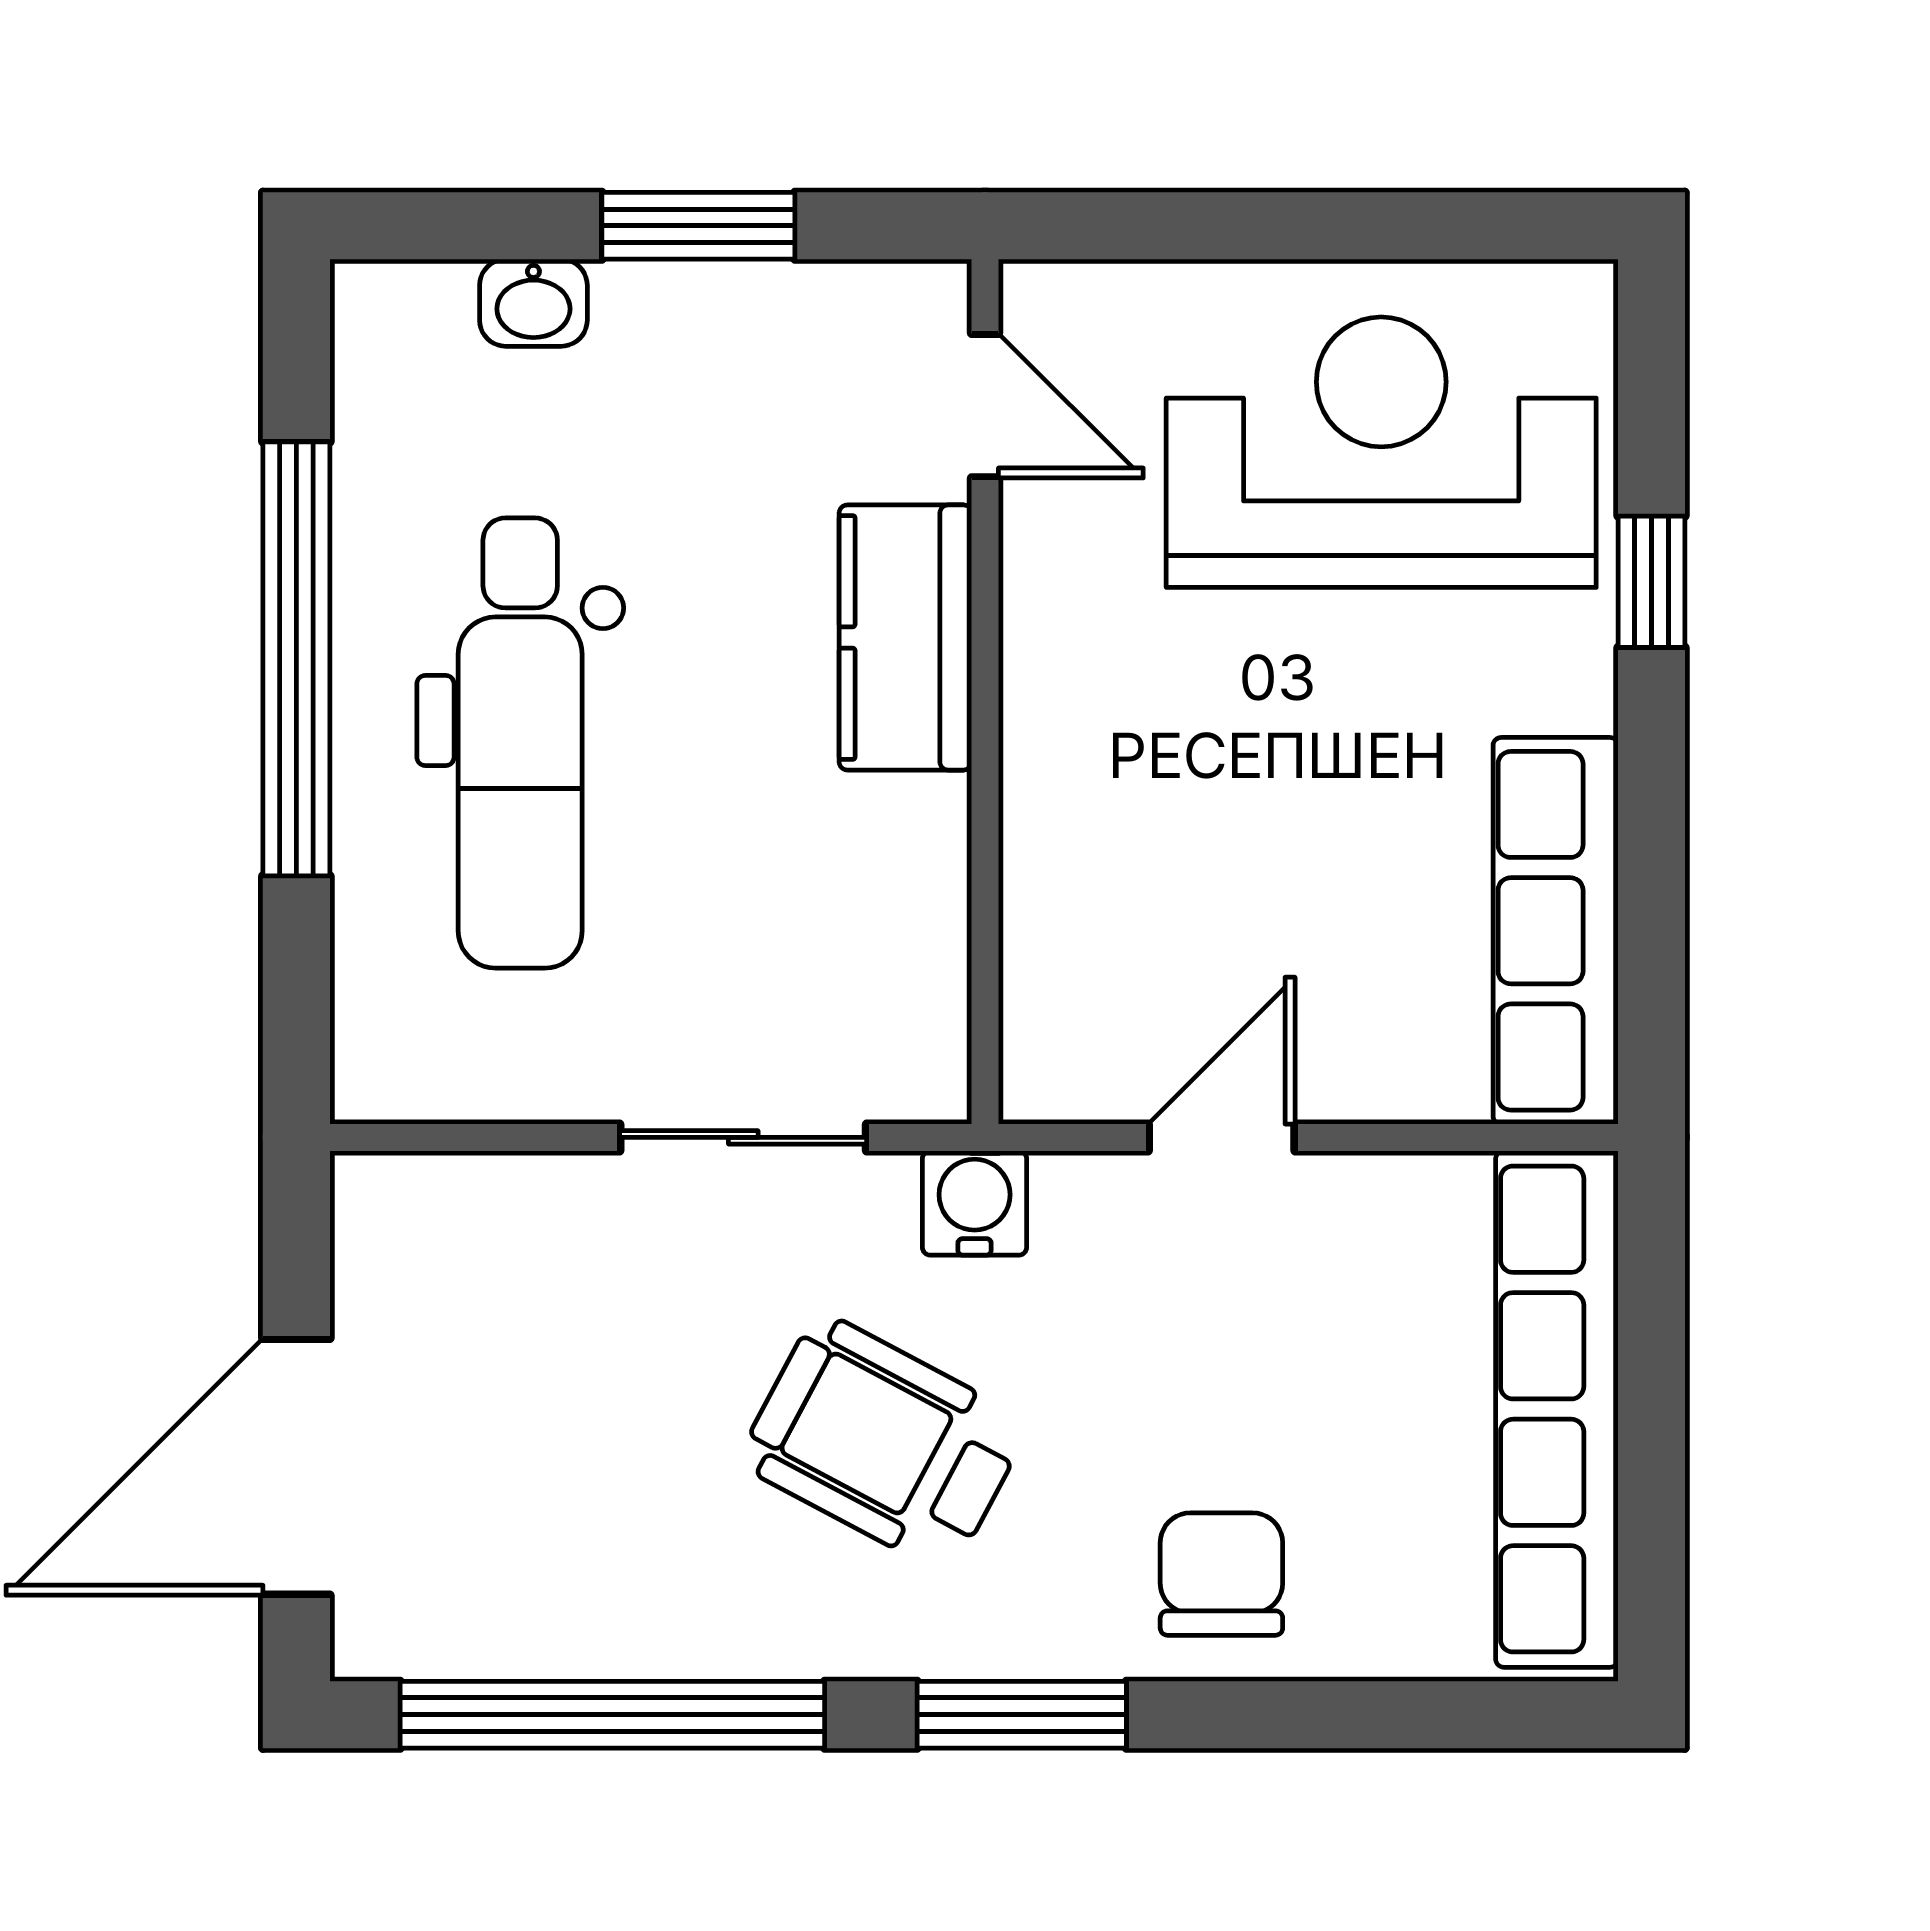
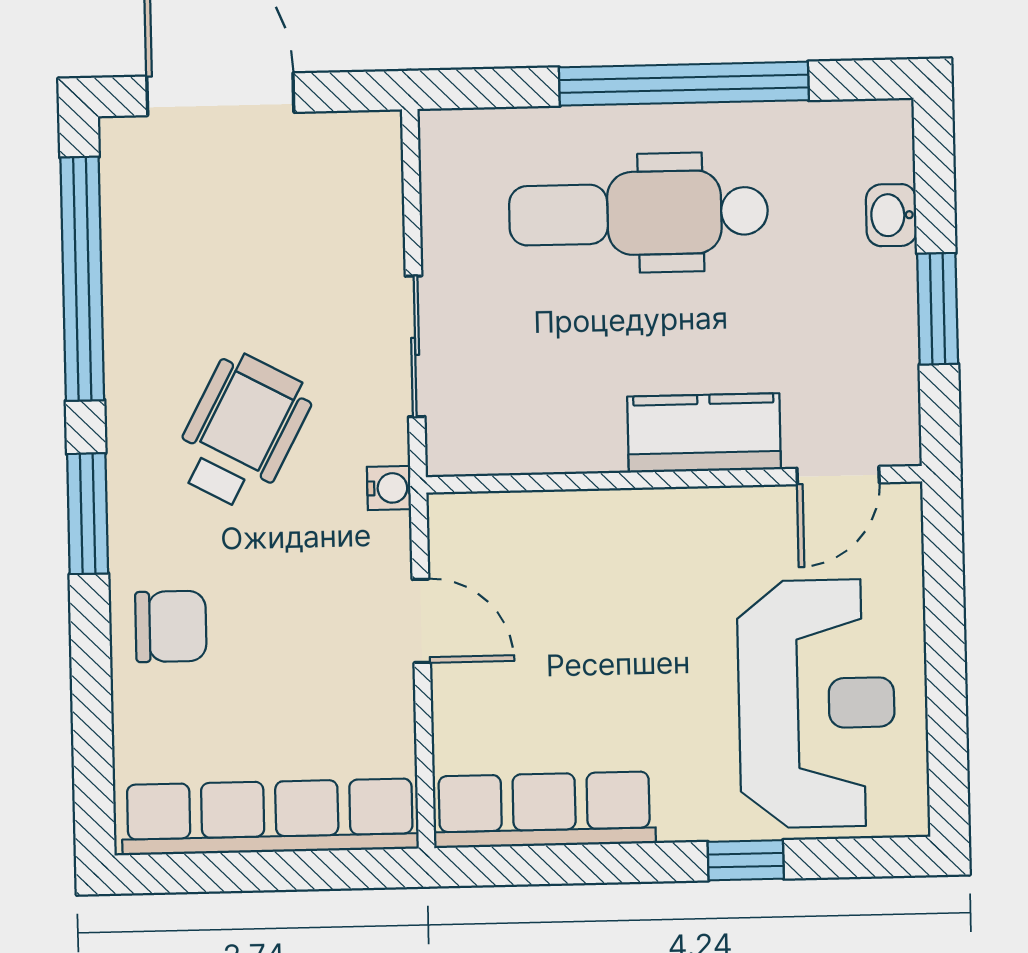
water cooler: (975, 1203) -> (389, 488), width x0.72, depth x0.72

